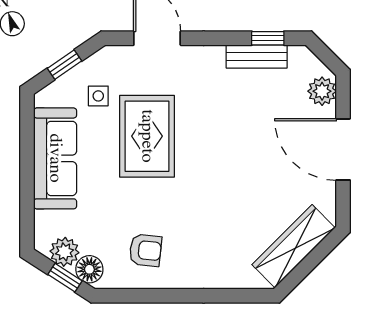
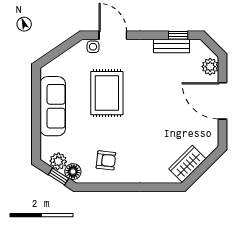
window: (64, 65) -> (58, 51), removed
side table: (98, 96) -> (93, 47), moved
wardrobe: (294, 246) -> (187, 164), width x0.67

